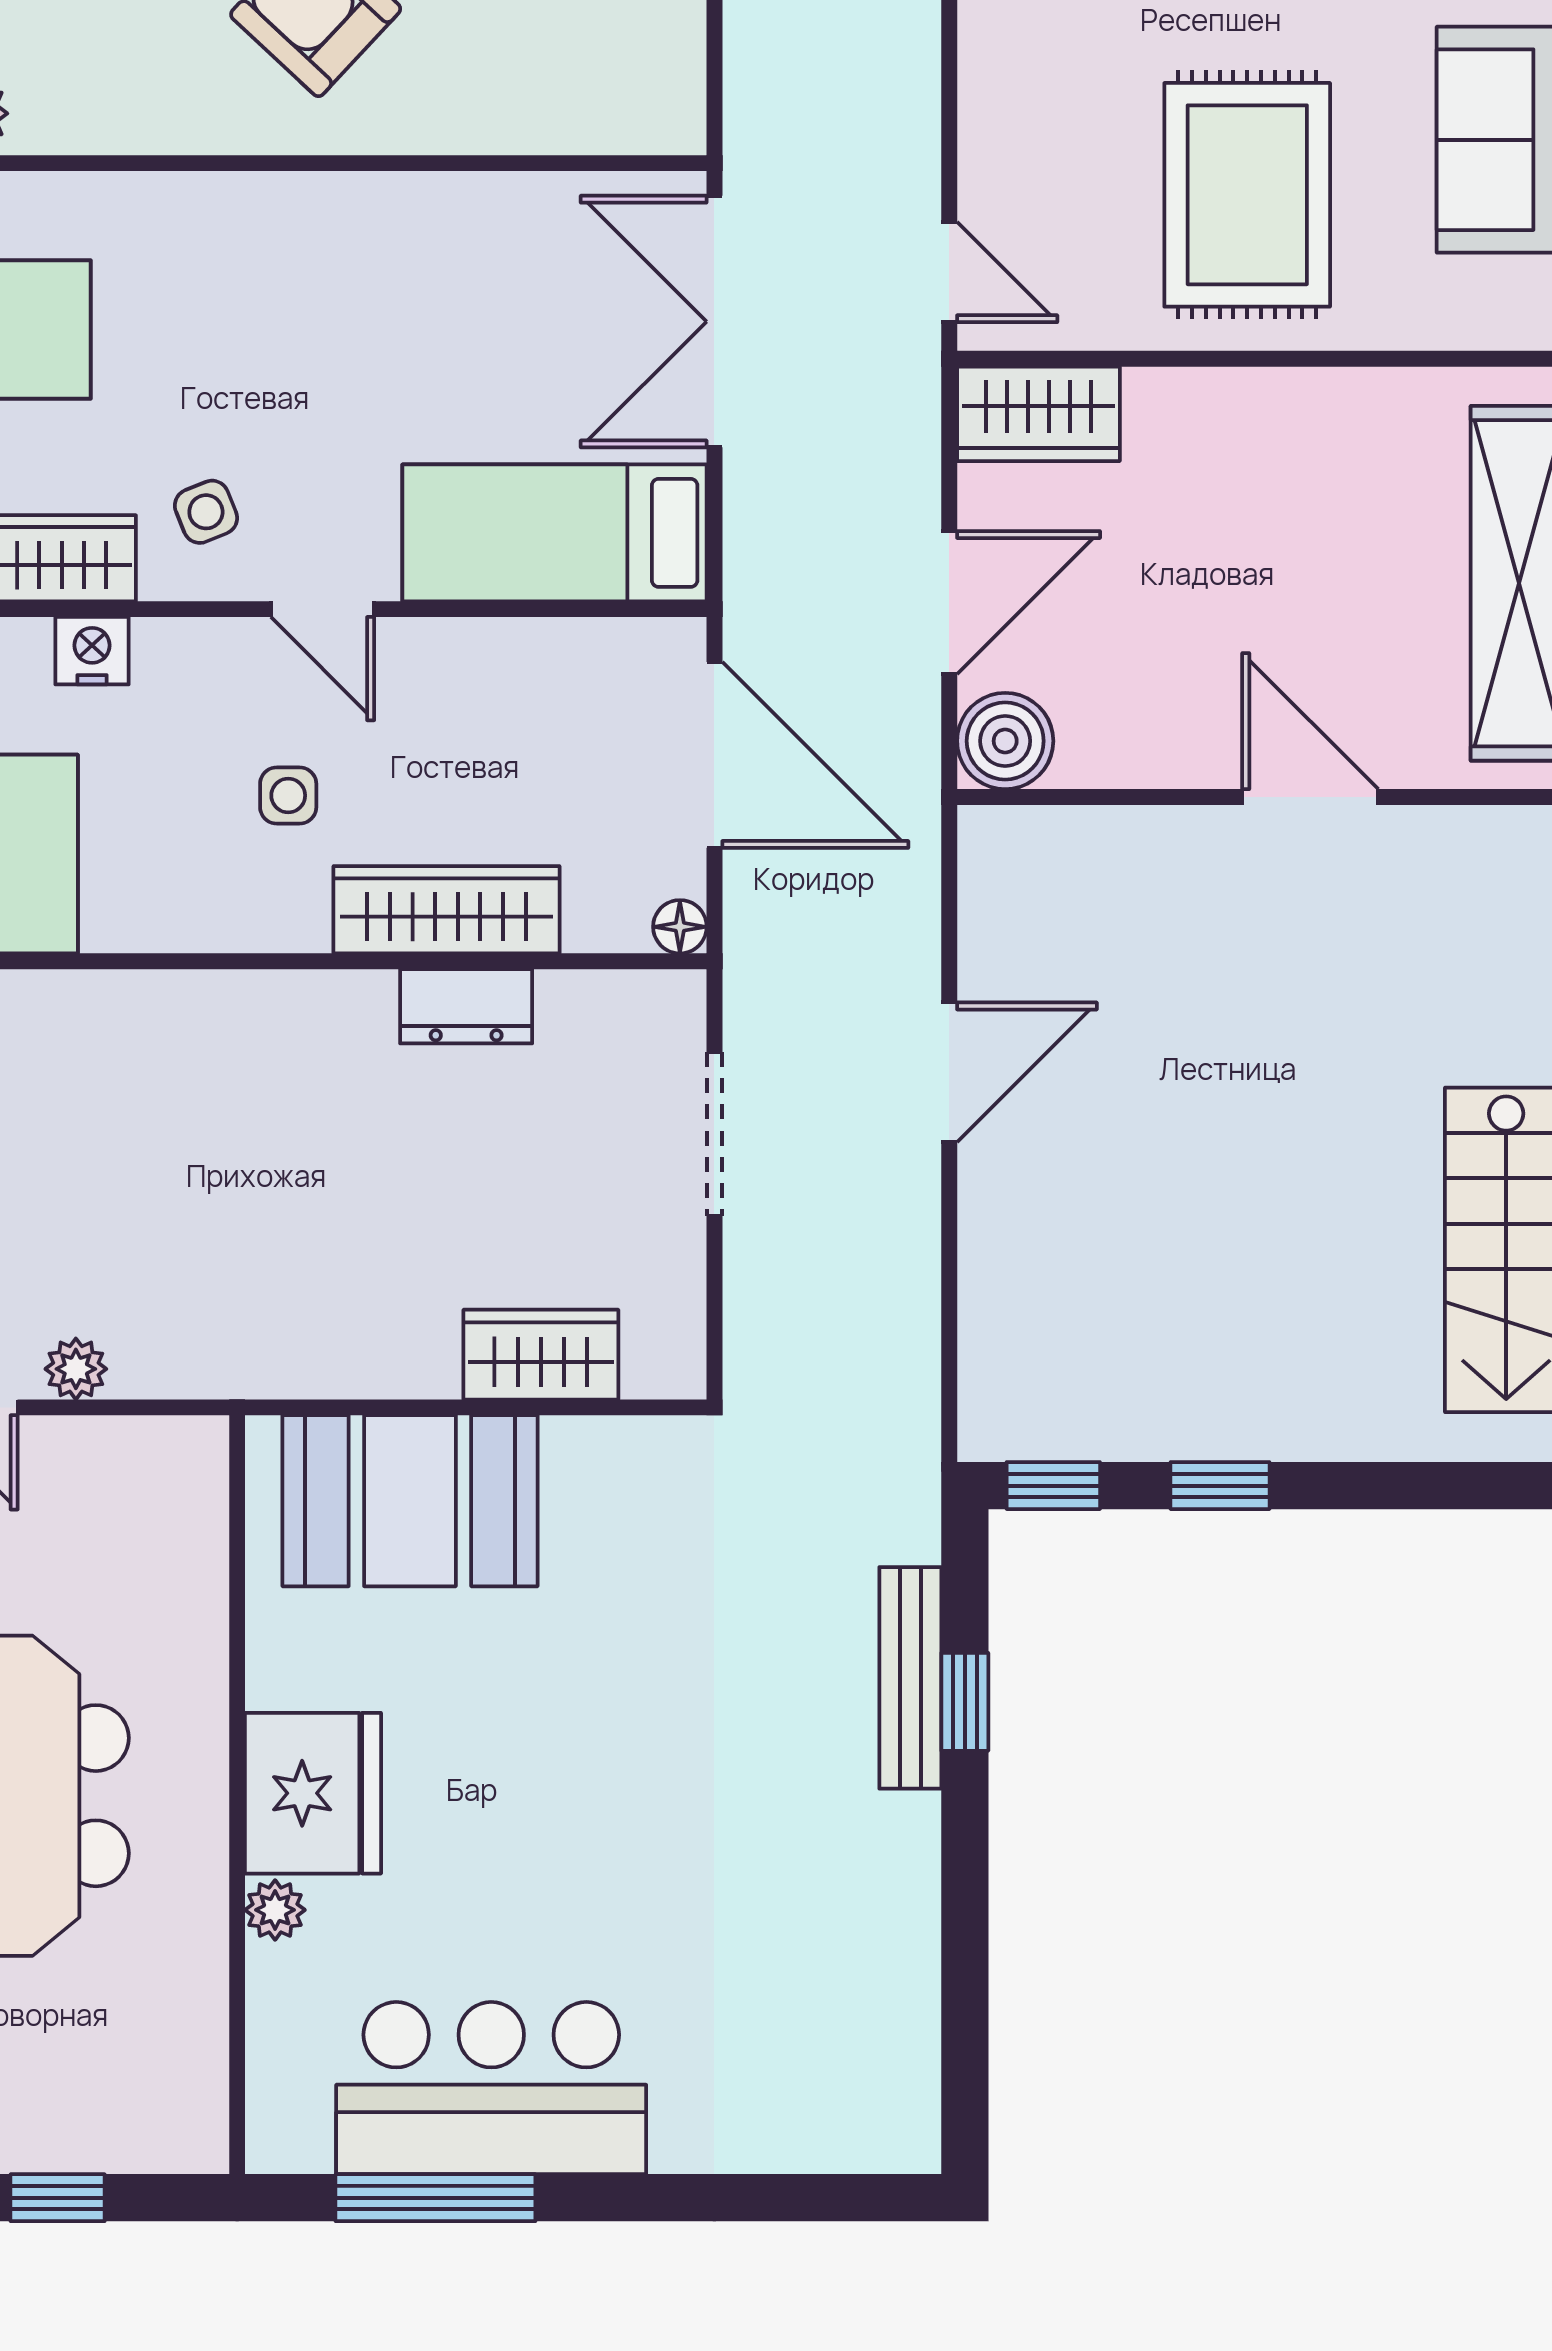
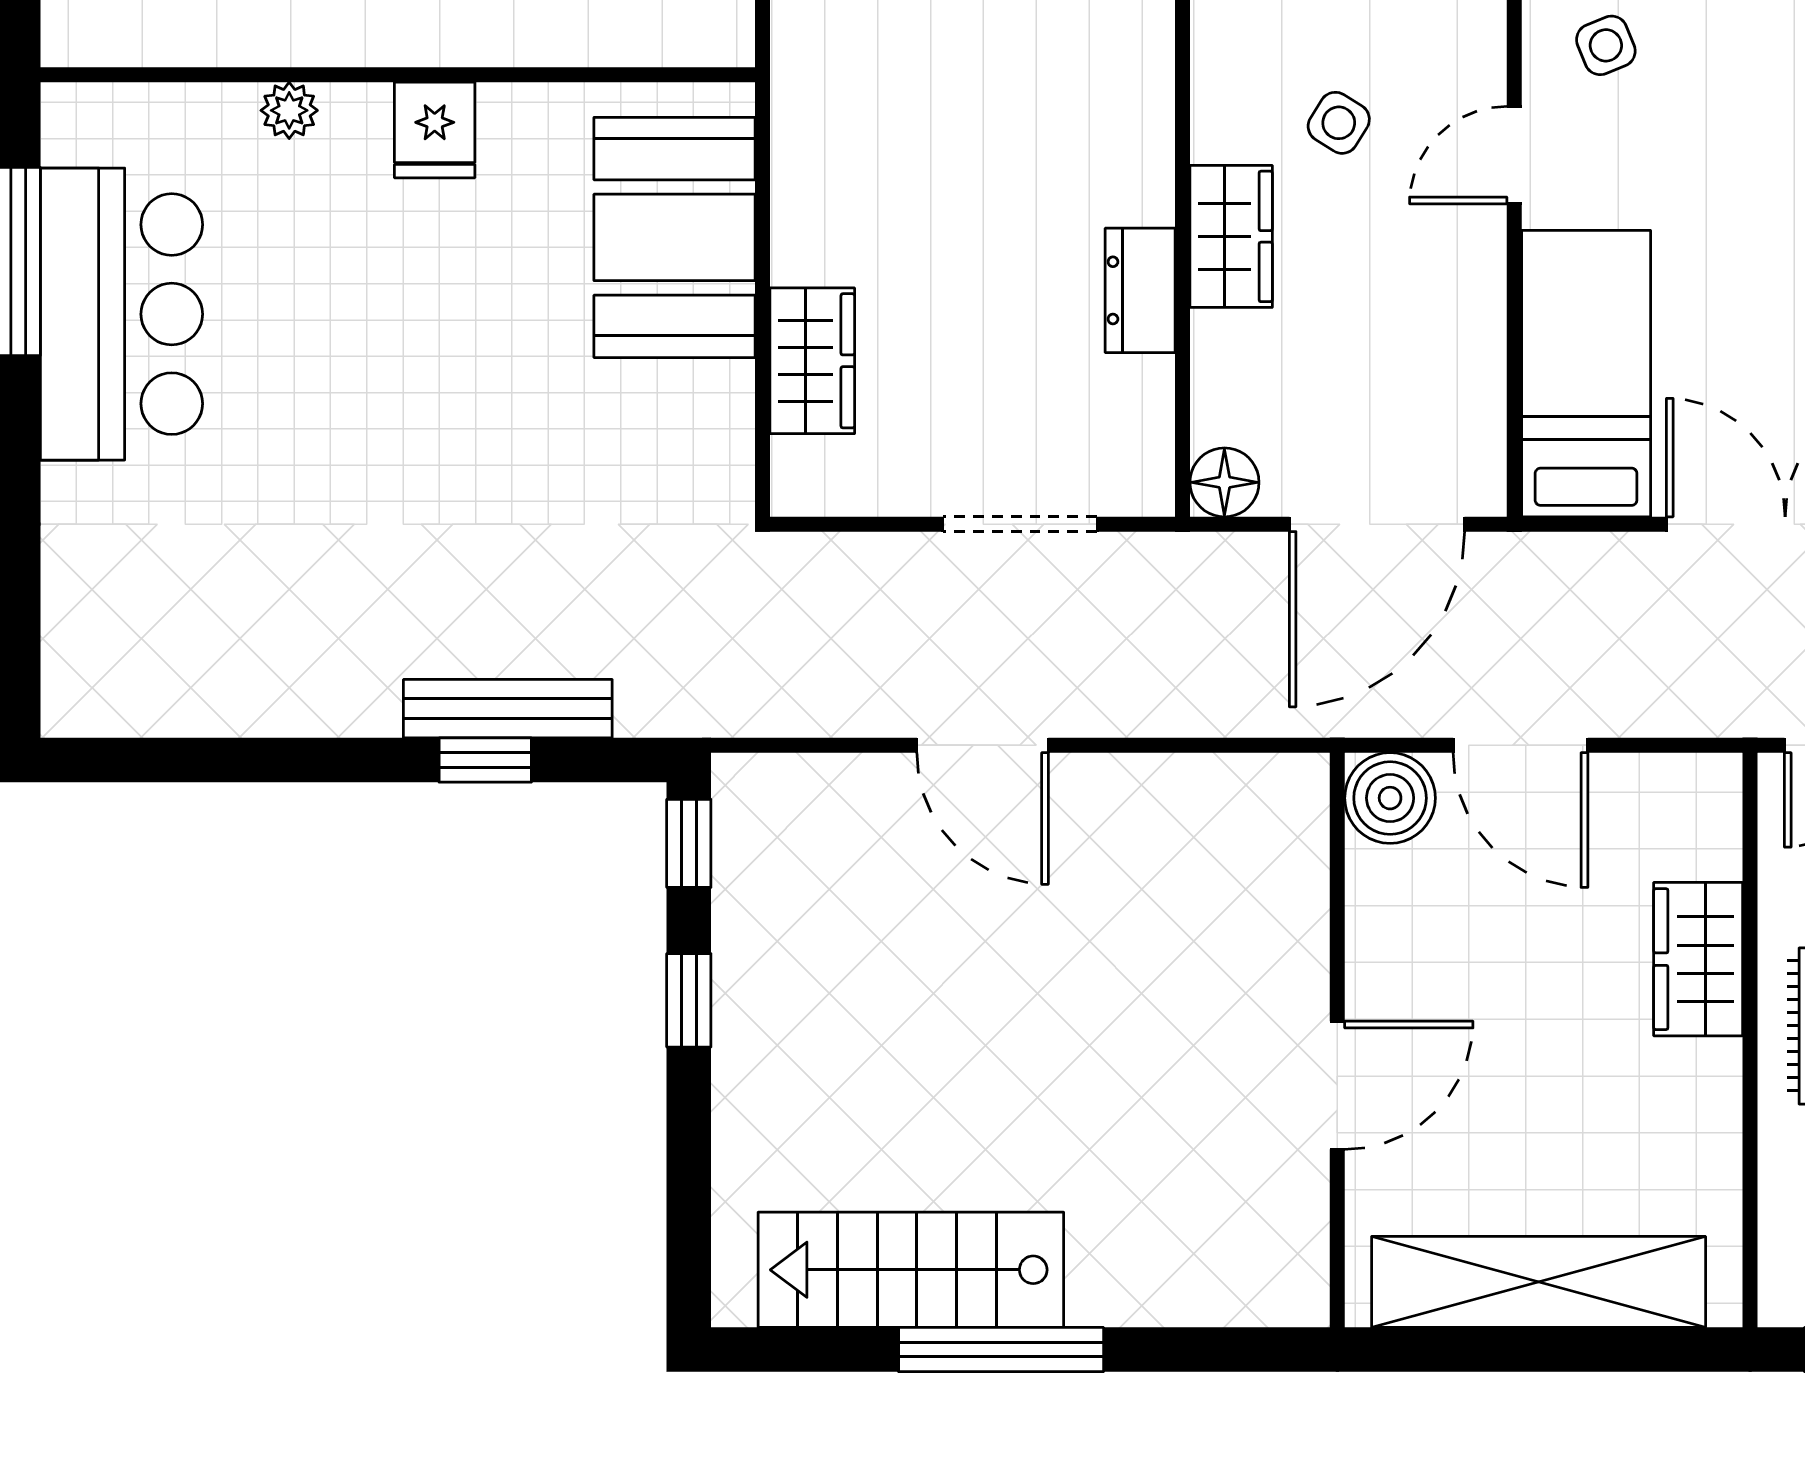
wardrobe: (1038, 414) -> (1698, 959), moved
side table: (288, 795) -> (1339, 123), turned 32
wardrobe: (447, 910) -> (1231, 236), width x0.67
floor lamp: (680, 927) -> (1224, 482), width x1.37, depth x1.37
door: (949, 1072) -> (983, 745), moved
fridge: (313, 1793) -> (435, 130), width x0.53, depth x0.75

